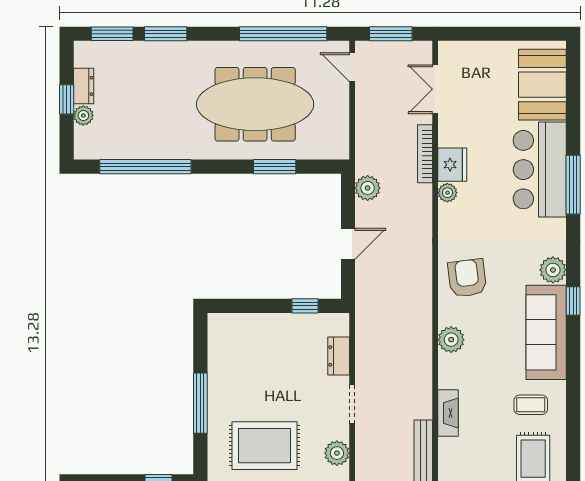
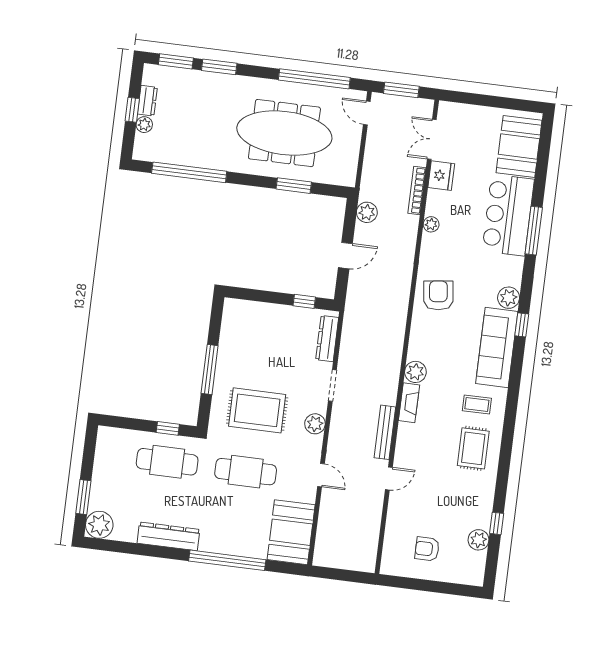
fridge: (452, 165) -> (441, 176), moved
plant: (451, 340) -> (415, 372), moved
dresser: (339, 356) -> (327, 339), width x1.44

